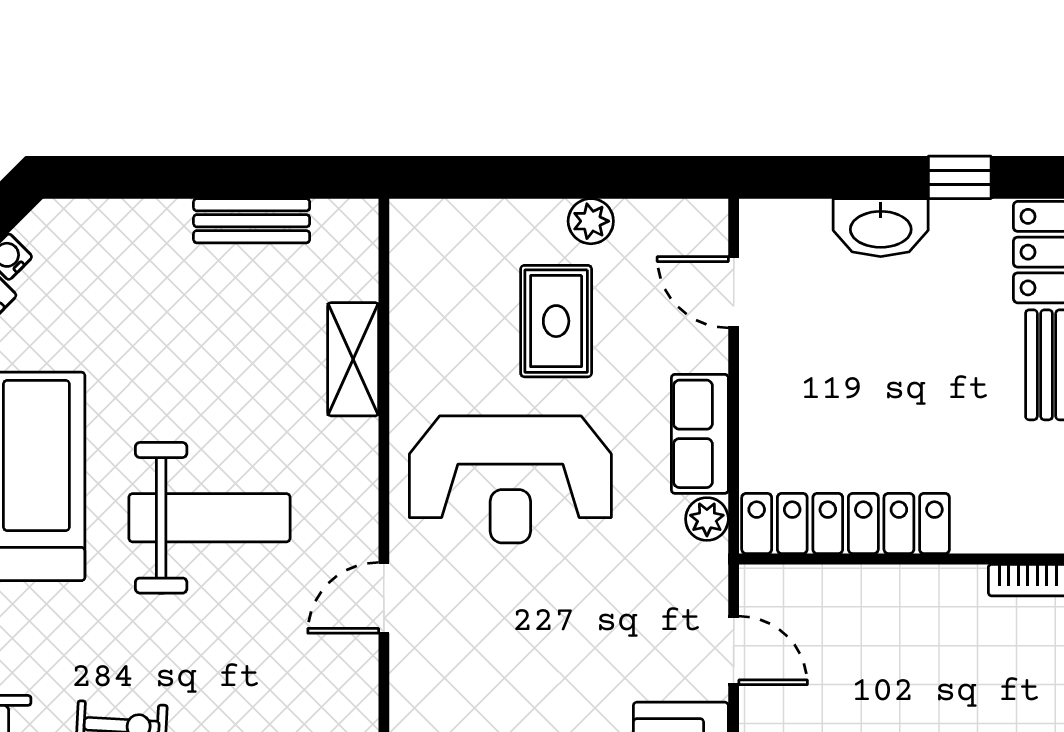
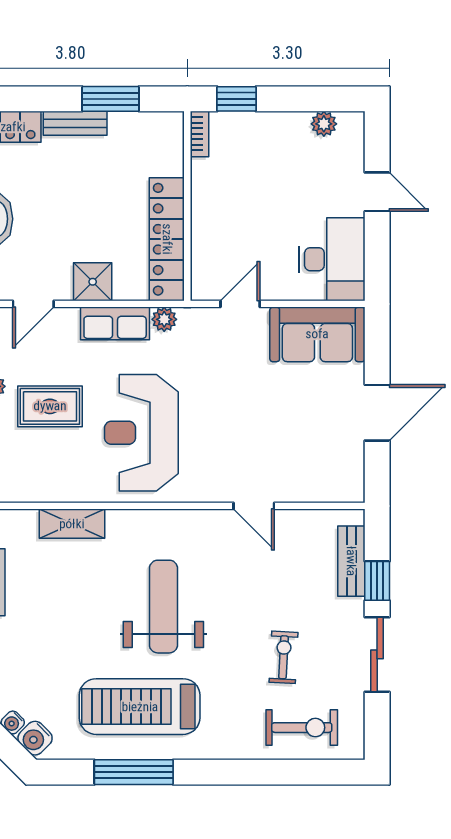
shower: (772, 395) -> (93, 282), added
reception desk: (510, 479) -> (141, 433), turned 180
door: (384, 598) -> (254, 506), moved

